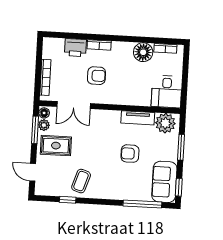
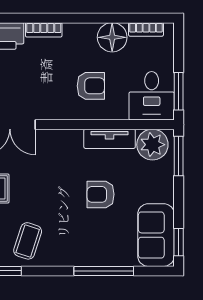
armchair: (96, 76) -> (91, 86), moved
window: (184, 90) -> (179, 91), added
window: (181, 147) -> (179, 156), moved
window: (142, 204) -> (104, 271), moved

